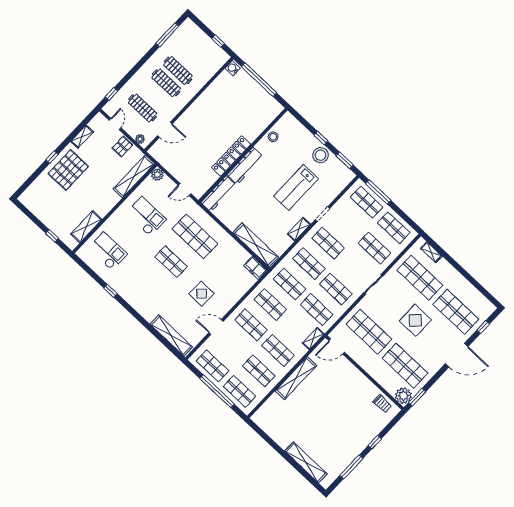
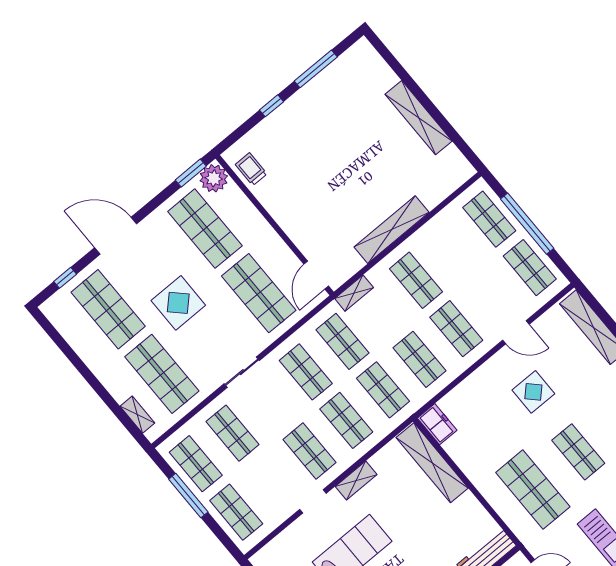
window: (378, 192) -> (188, 496), moved
door: (337, 346) -> (316, 275), swing flipped
shop shelf: (259, 371) -> (453, 250), removed
shelving: (306, 462) -> (419, 118), moved

